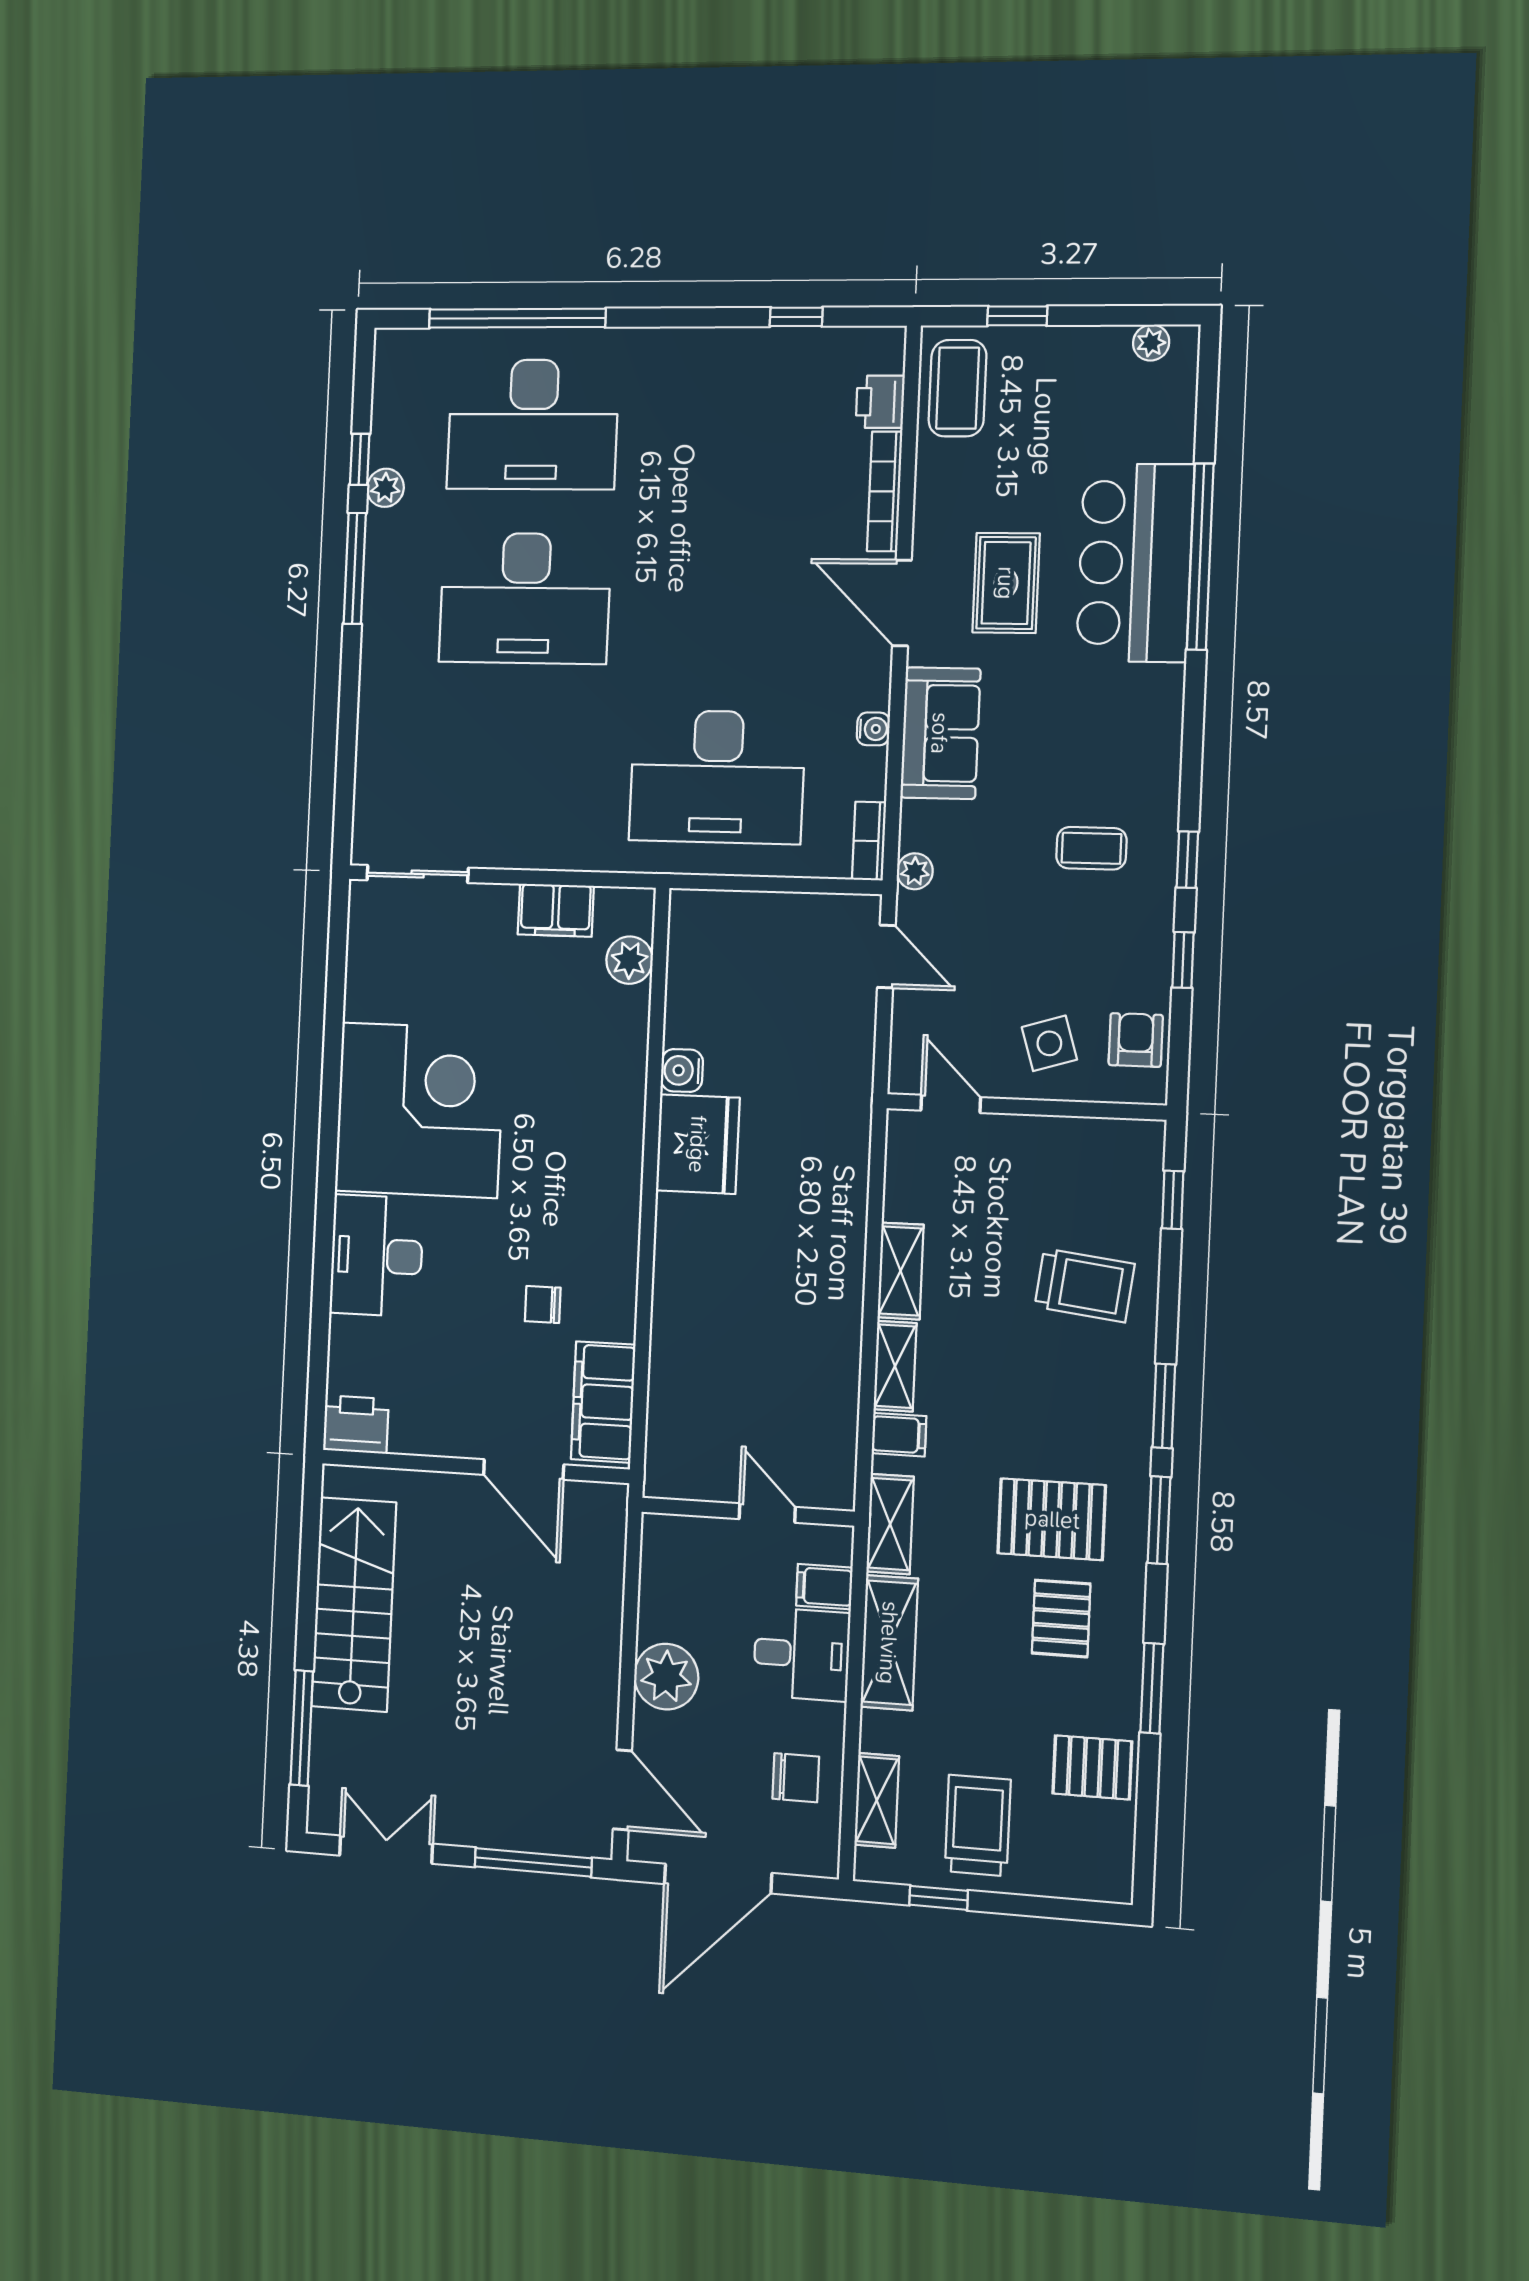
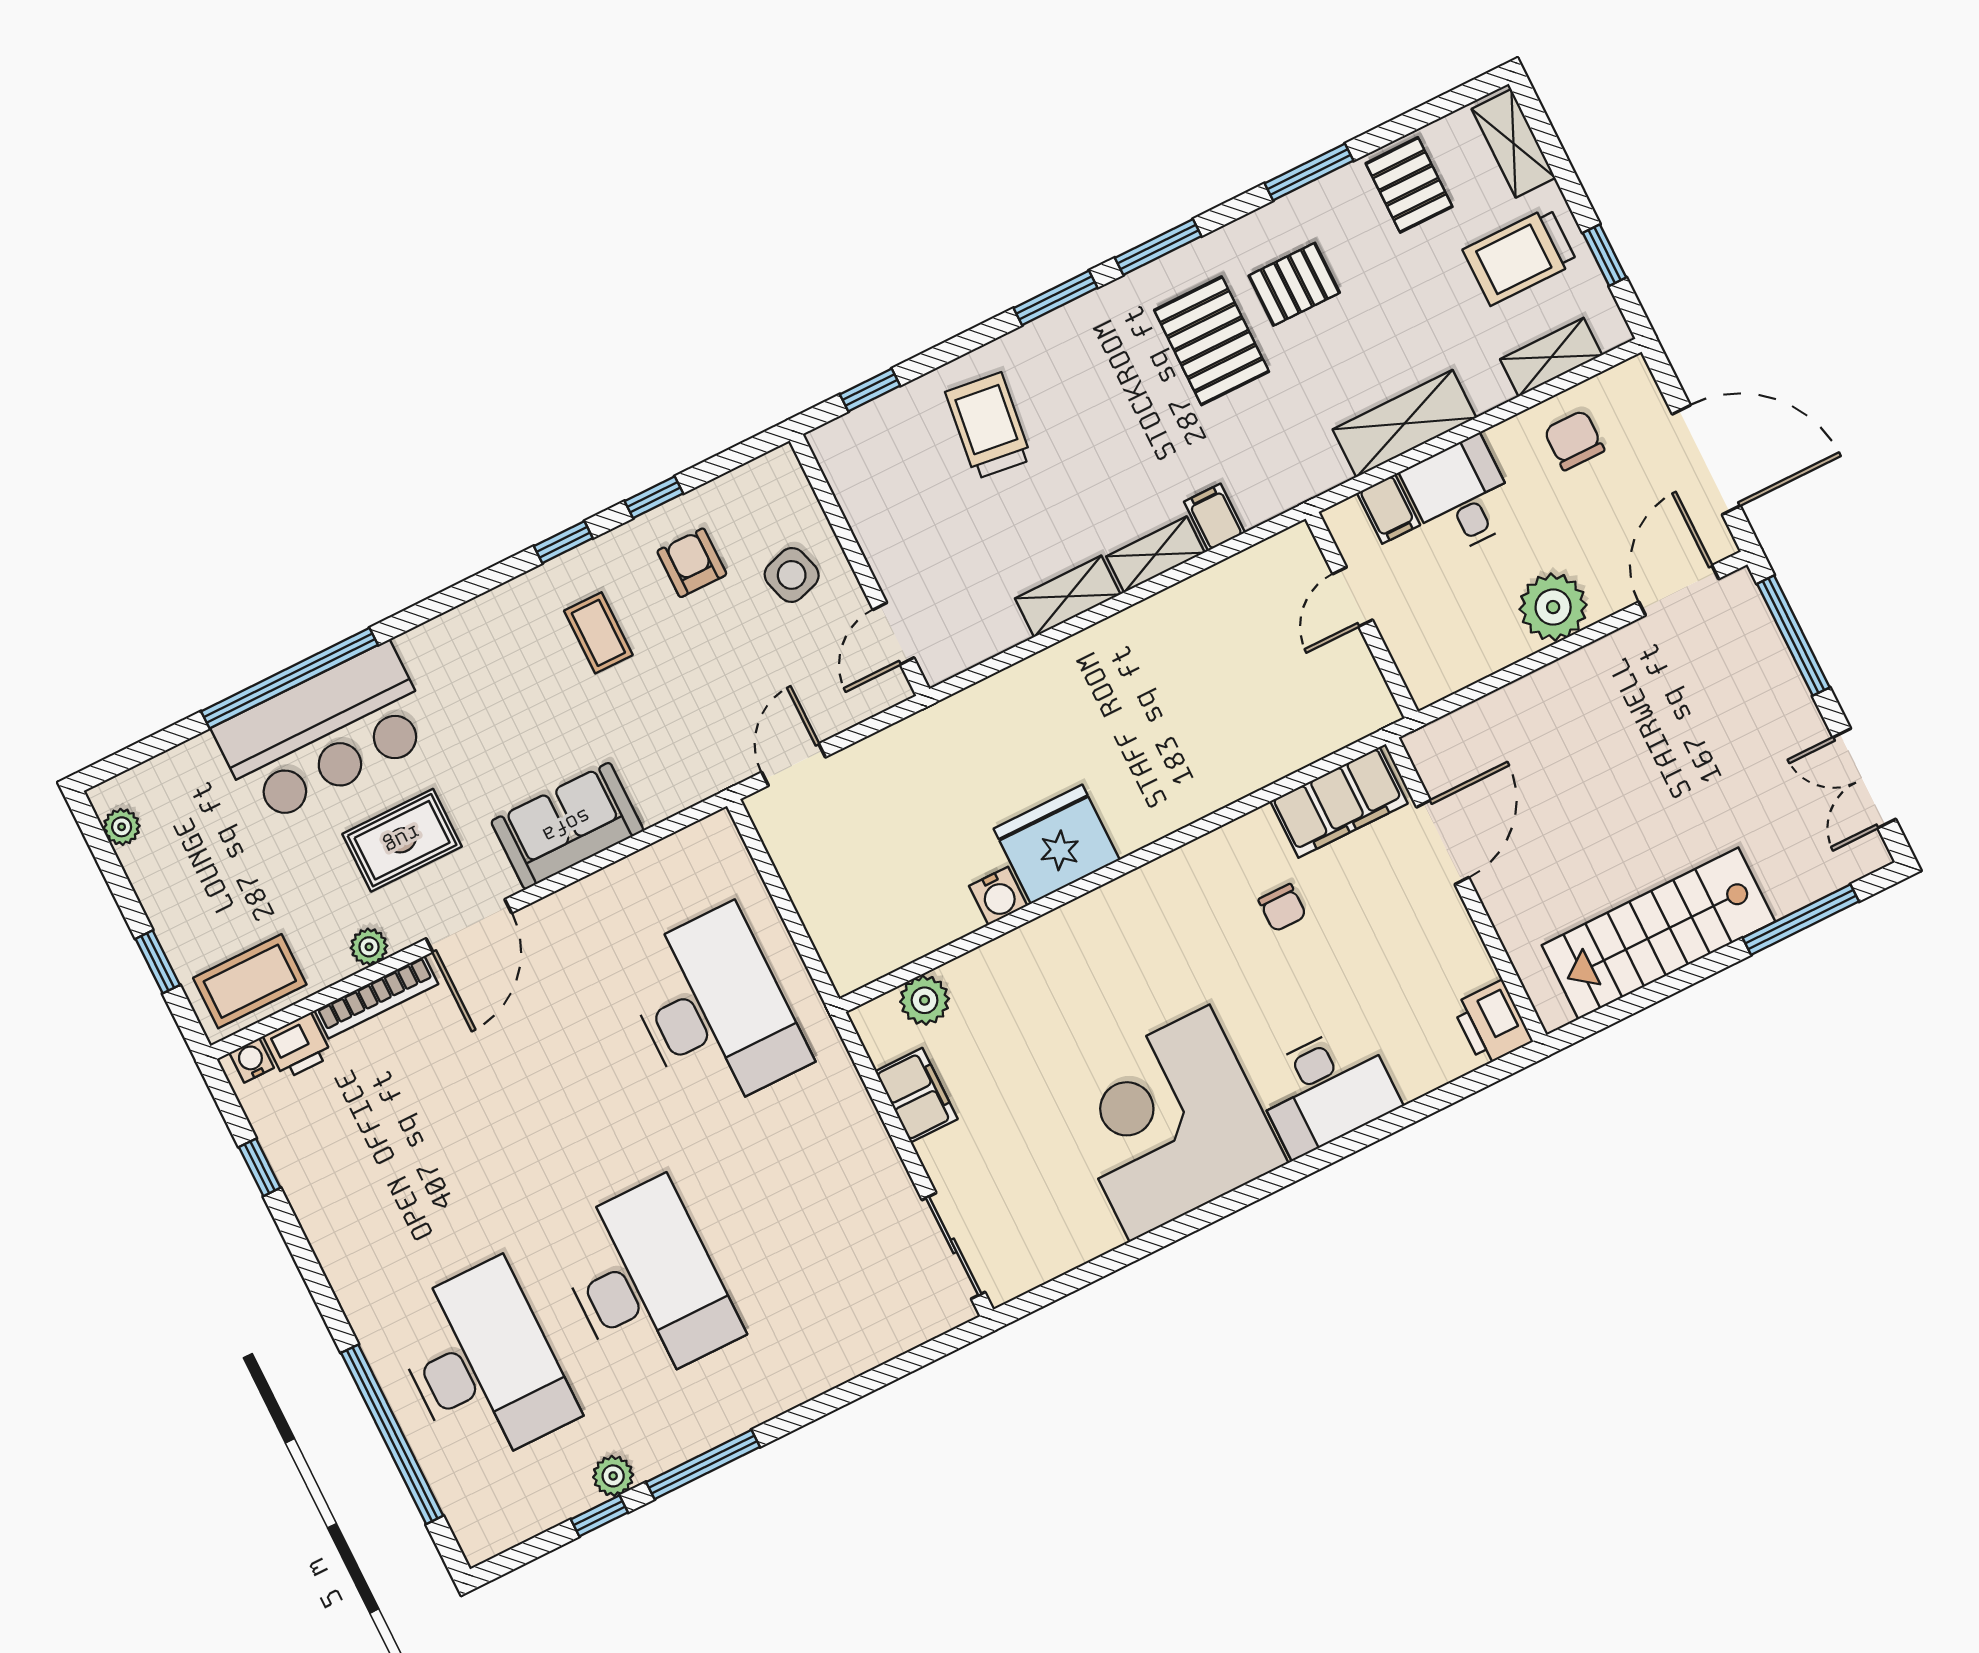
water cooler: (873, 729) -> (252, 1060), moved
bookcase: (869, 841) -> (698, 838), removed
plant: (915, 871) -> (369, 947), moved
armchair: (1136, 1040) -> (692, 563), moved, turned 90
shelving: (890, 1524) -> (1514, 143), moved, turned 90

